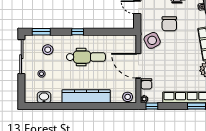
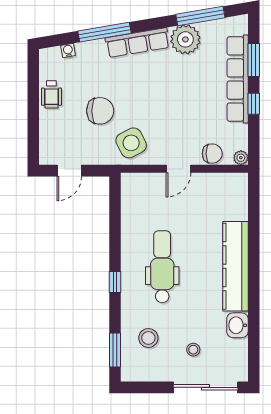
sliding door: (21, 57) -> (206, 387), moved
door: (138, 66) -> (179, 169), width x0.53
washbasin: (44, 97) -> (237, 325), moved
stool: (128, 97) -> (237, 189), removed
window: (152, 106) -> (254, 104), moved

